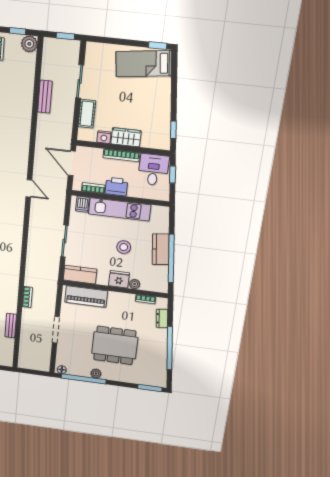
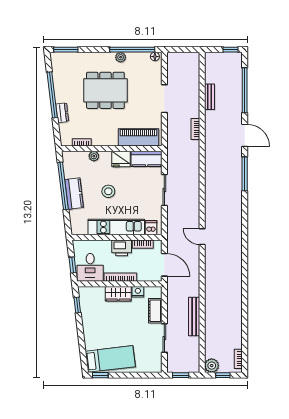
bench: (45, 97) -> (194, 317), width x1.36
fridge: (119, 279) -> (121, 159), moved
dresser: (162, 318) -> (62, 113), moved

